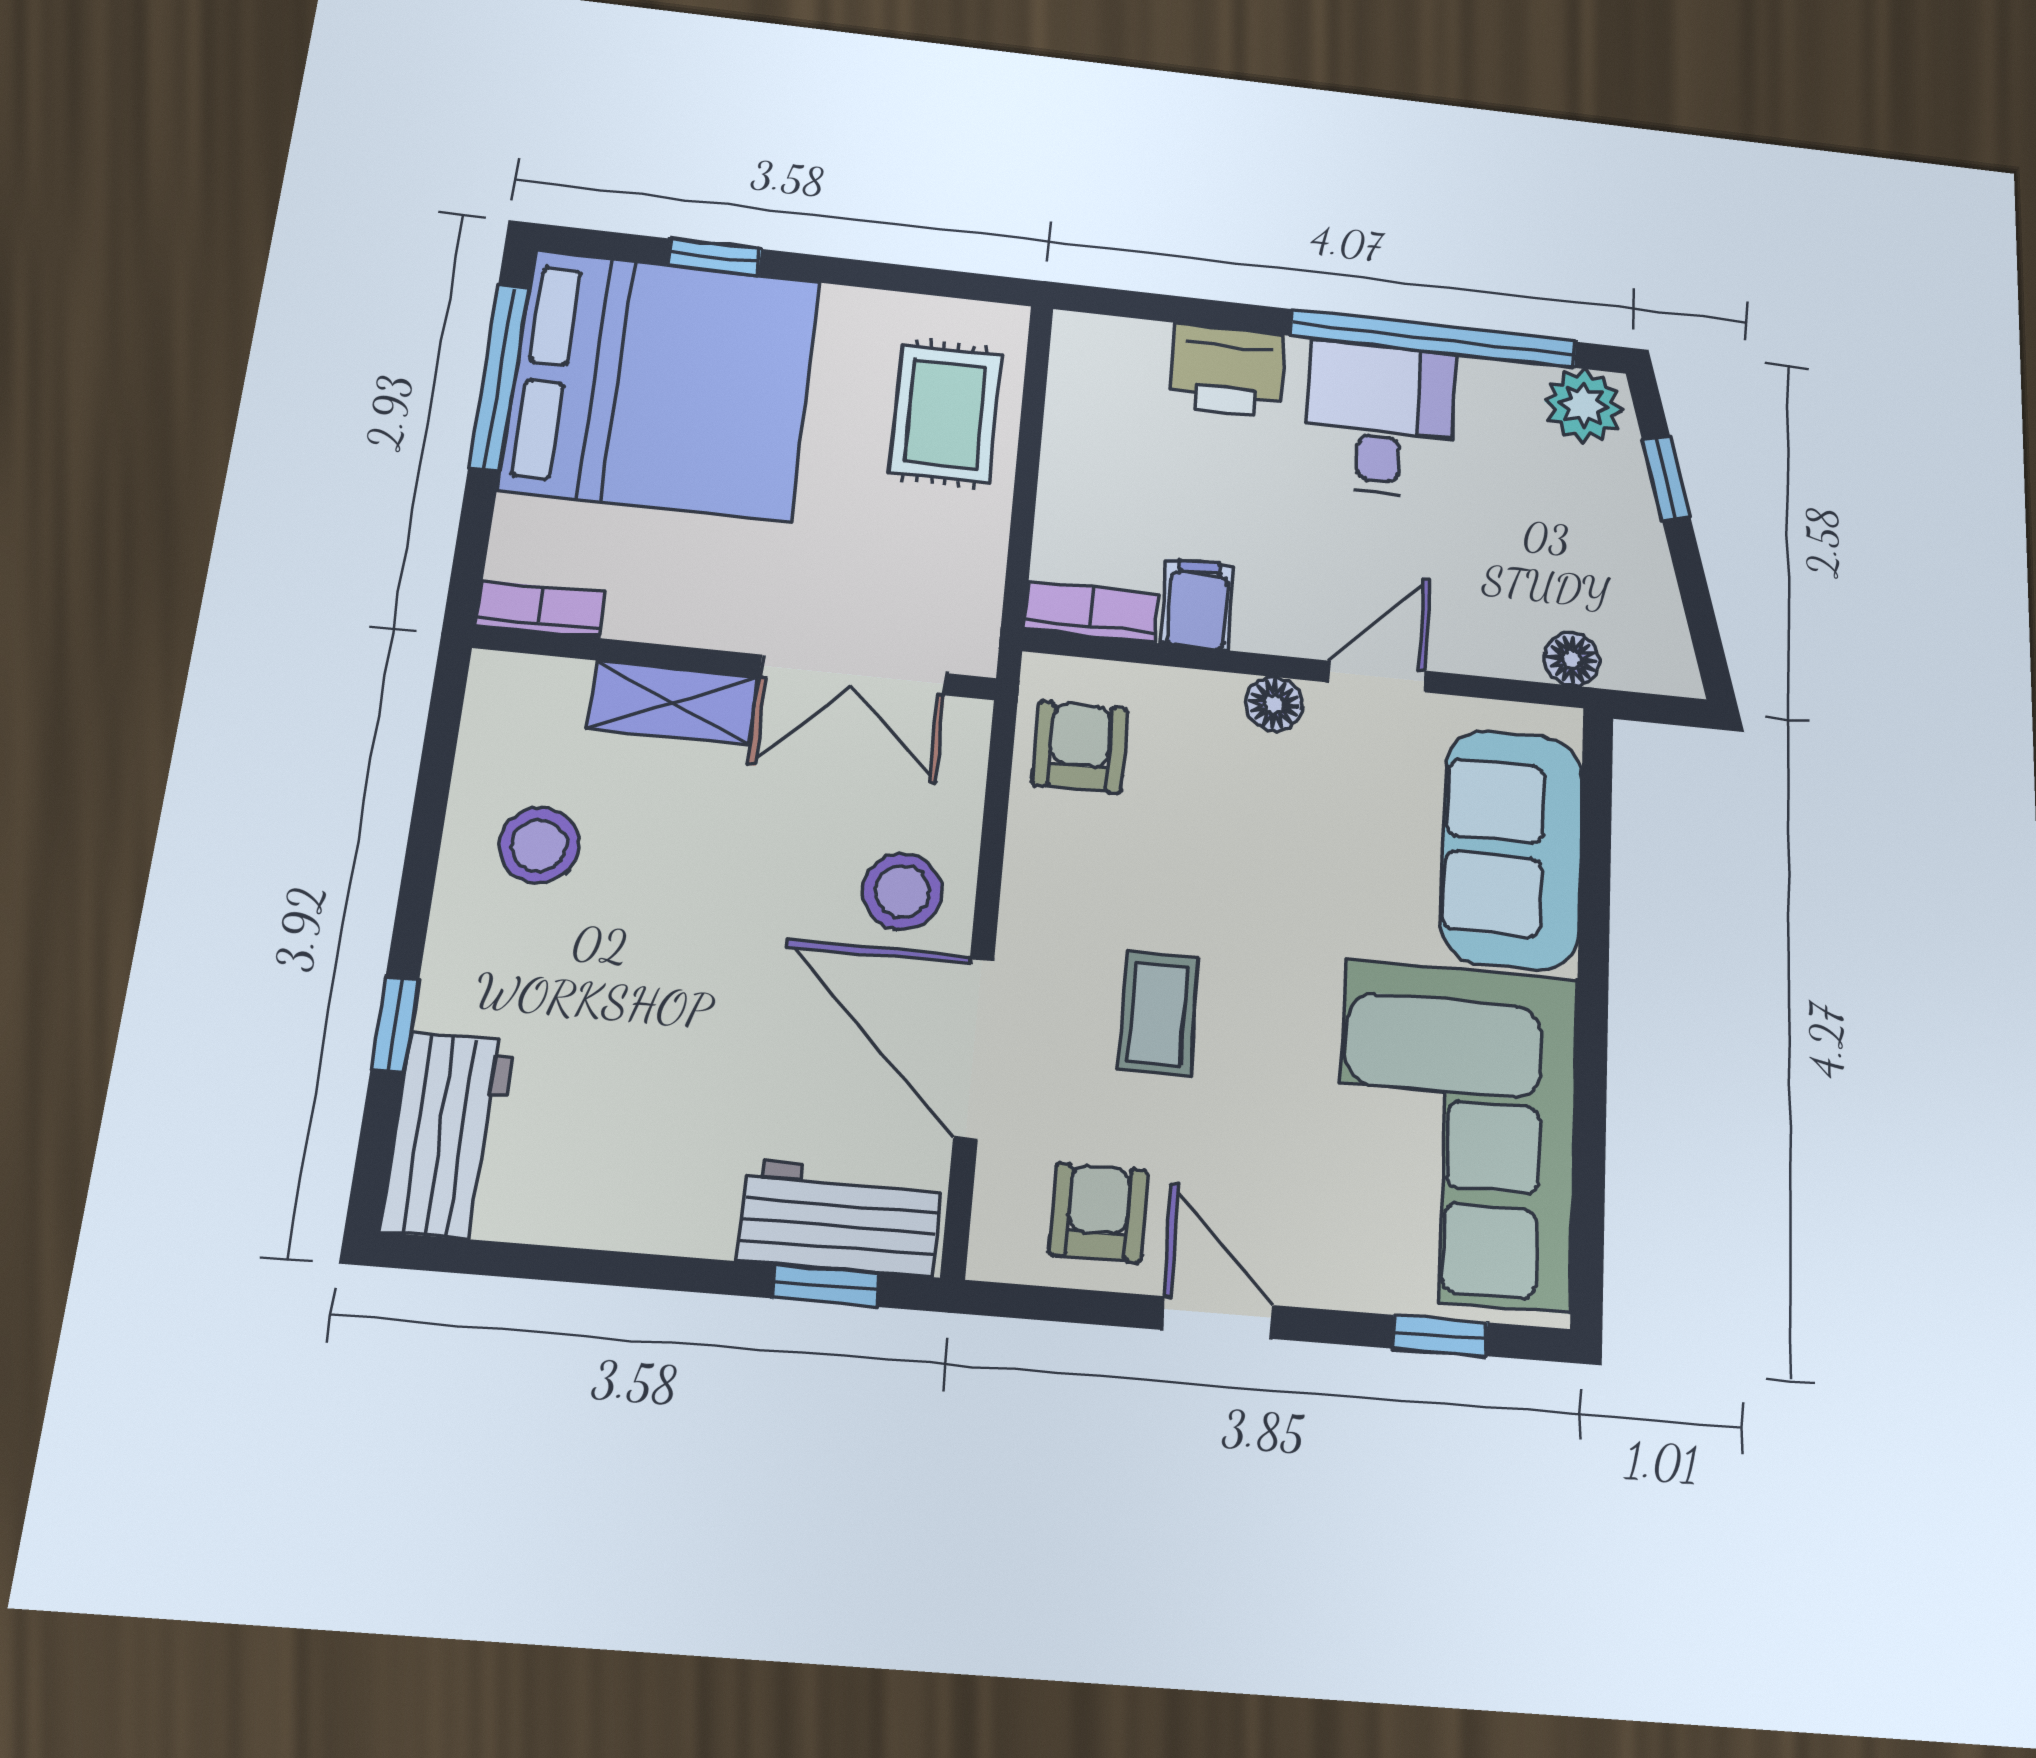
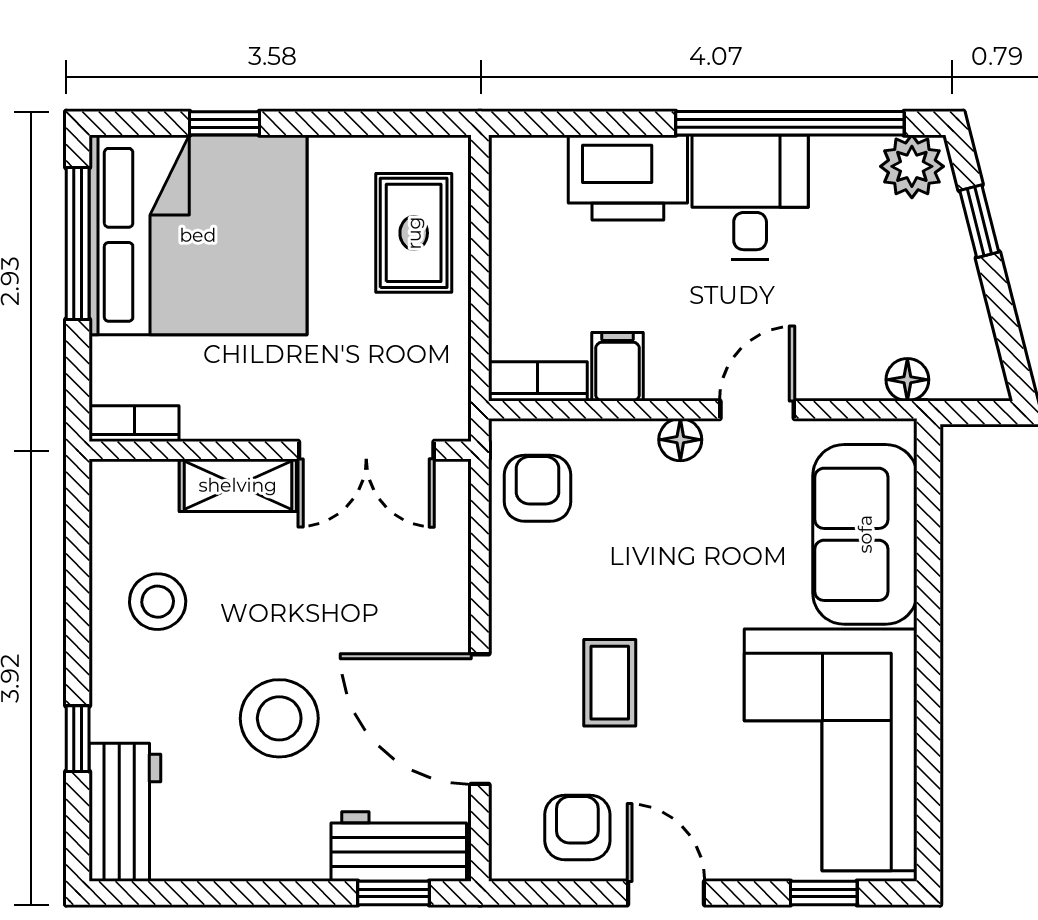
printer: (1227, 370) -> (628, 177), width x1.37, depth x1.19
stool: (902, 891) -> (279, 718), moved, width x1.38, depth x1.38

